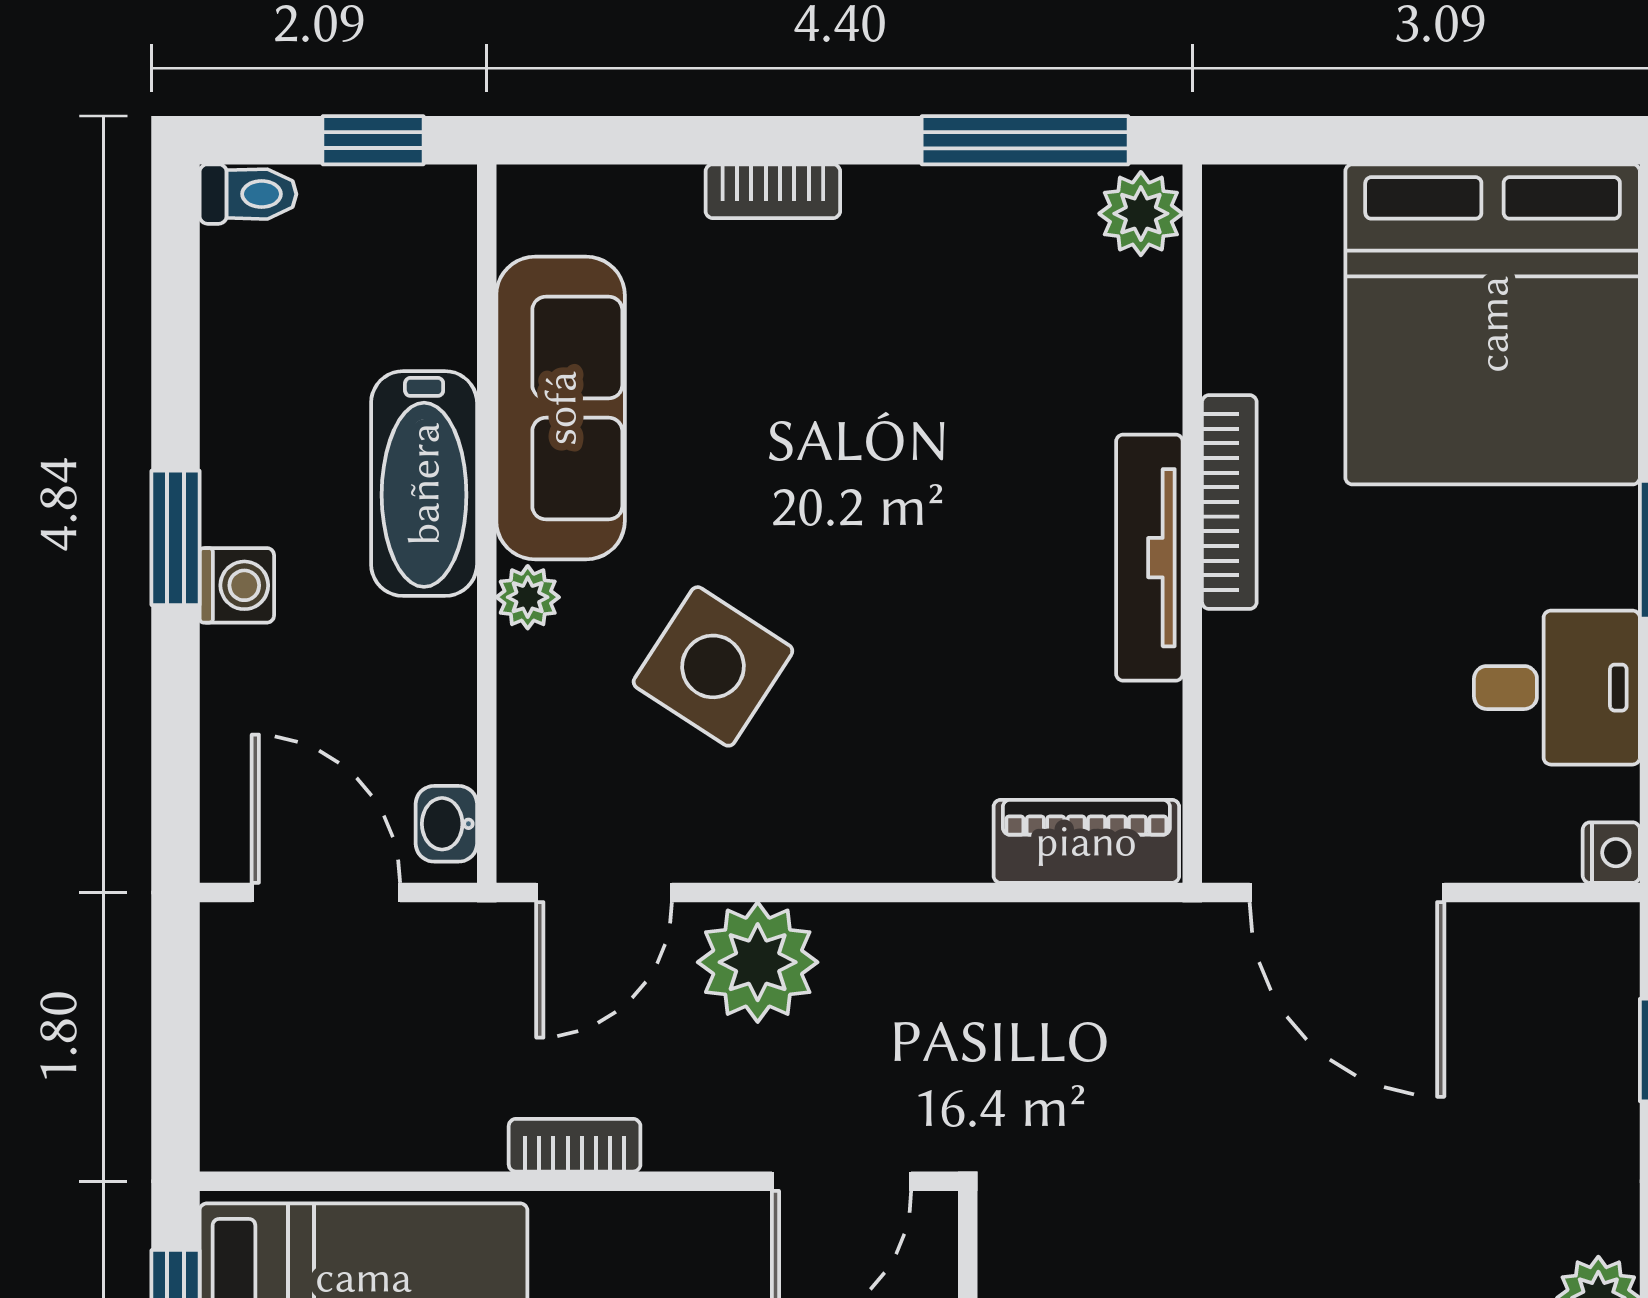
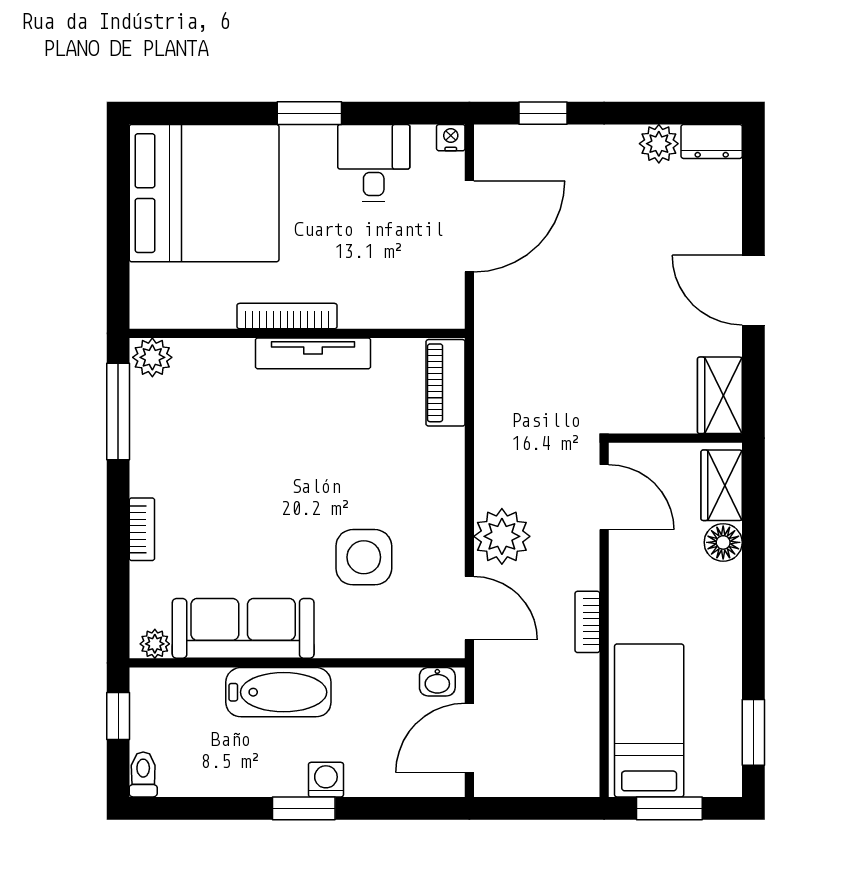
plant: (528, 597) -> (155, 644), moved
side table: (713, 666) -> (364, 557), turned -33
door: (1347, 892) -> (469, 226), moved

